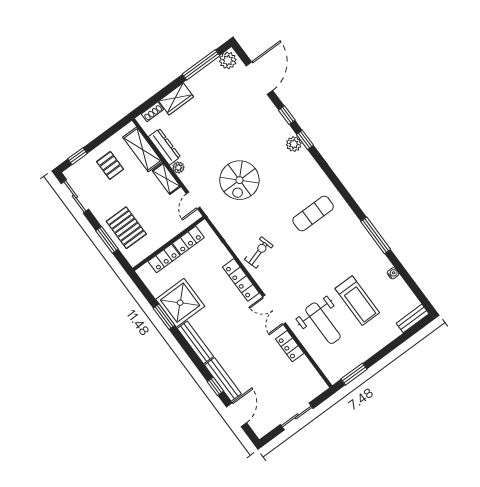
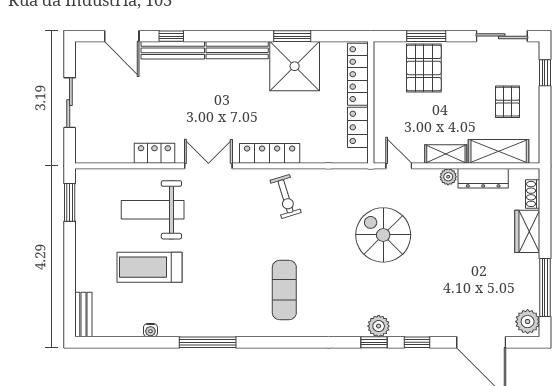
pallet: (110, 165) -> (507, 102), turned 90
pallet: (126, 228) -> (424, 68), turned 90
locker: (164, 258) -> (358, 74), width x1.53

